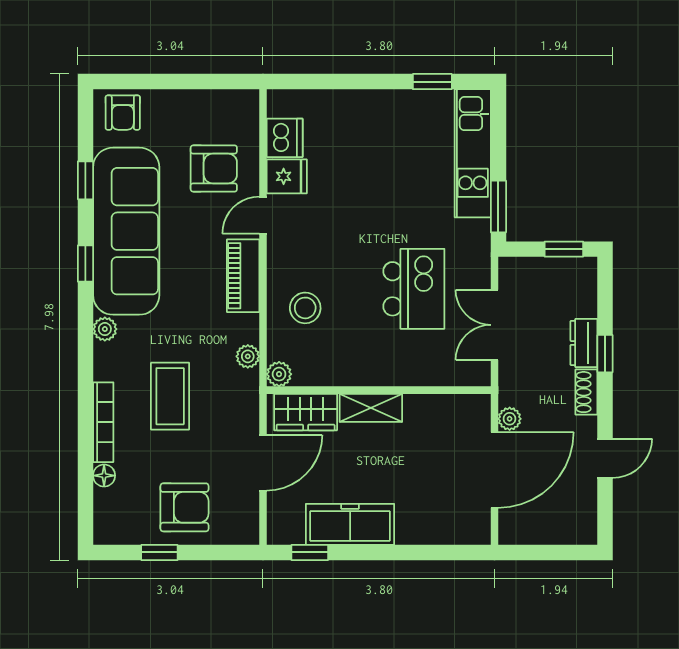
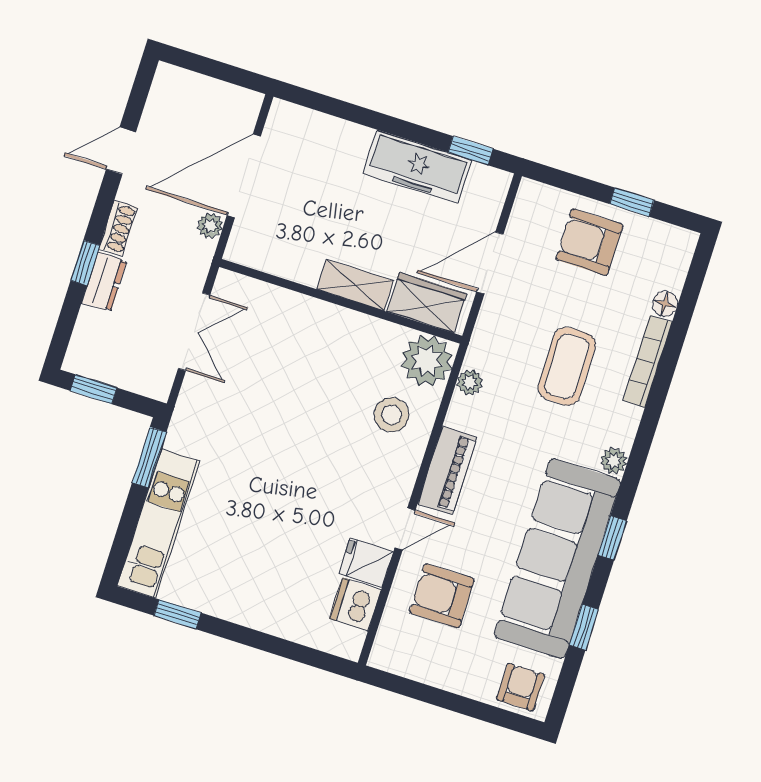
kitchen island: (414, 289) -> (268, 398), removed
plant: (279, 374) -> (427, 361), width x1.87, depth x1.87

